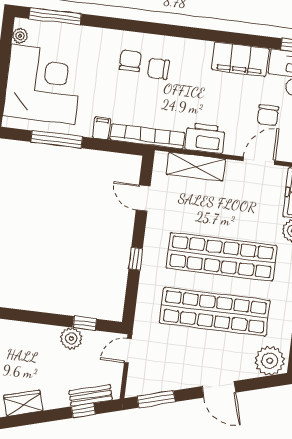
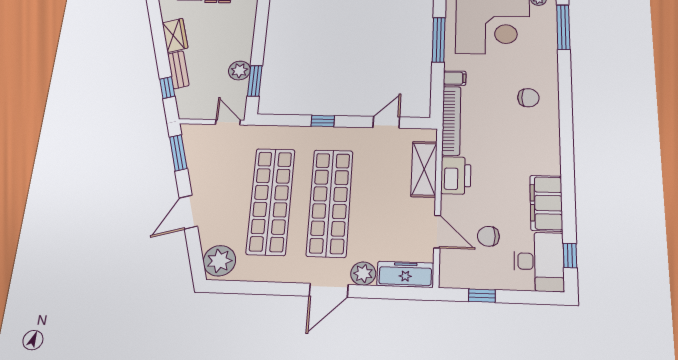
chair: (158, 69) -> (524, 124), removed
window: (85, 323) -> (255, 81), width x1.50
bench: (91, 395) -> (178, 70), moved

